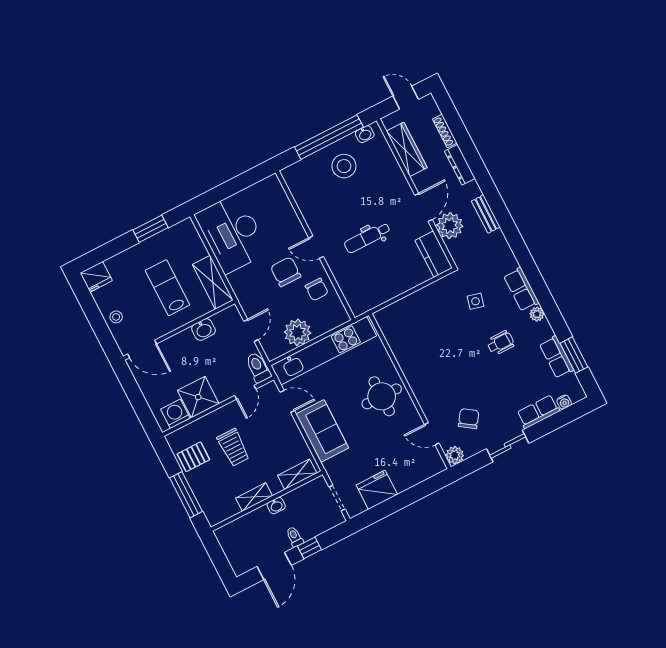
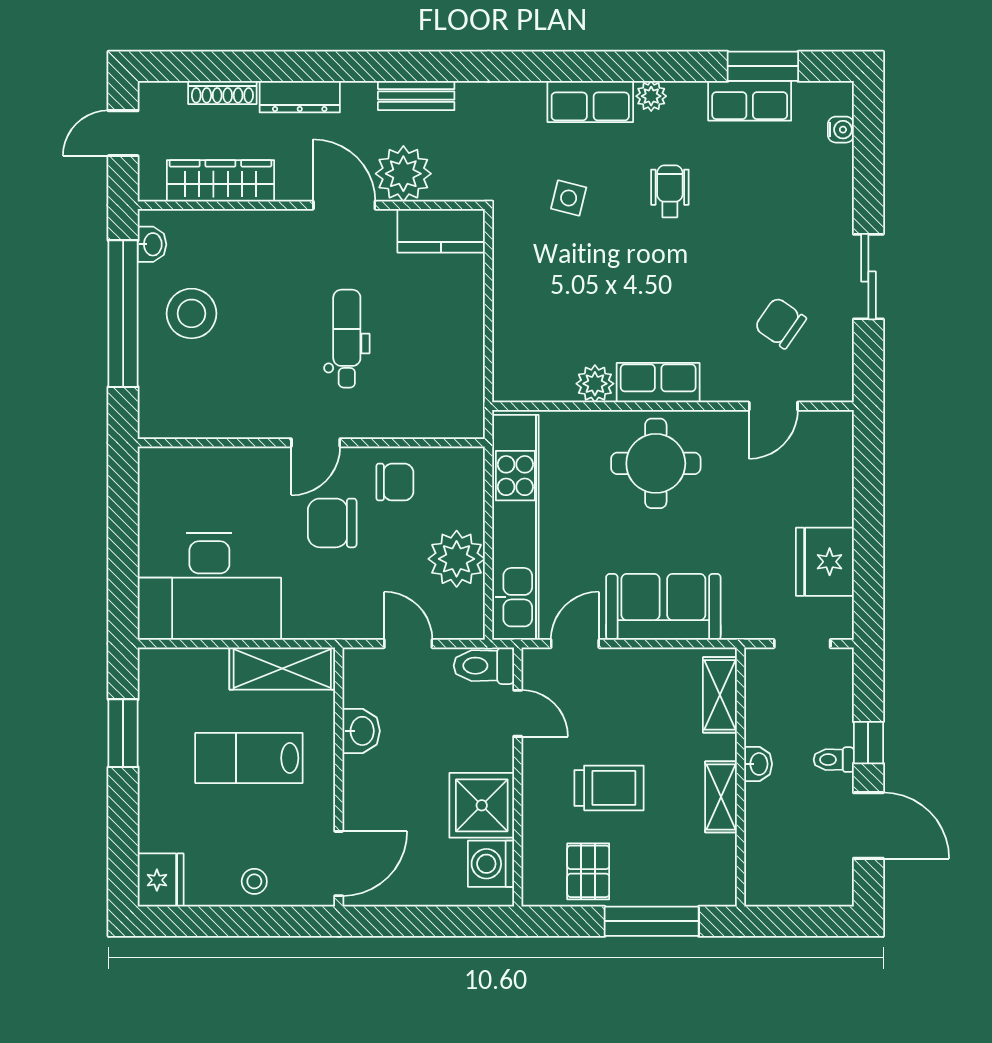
dental chair: (367, 238) -> (347, 339), turned 180
row of seats: (538, 412) -> (658, 383), moved, turned 90
plant: (455, 455) -> (595, 384), moved

